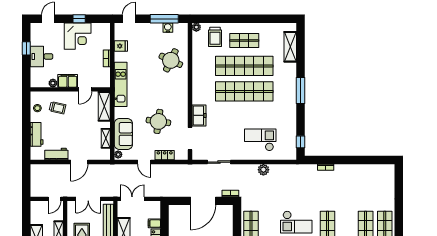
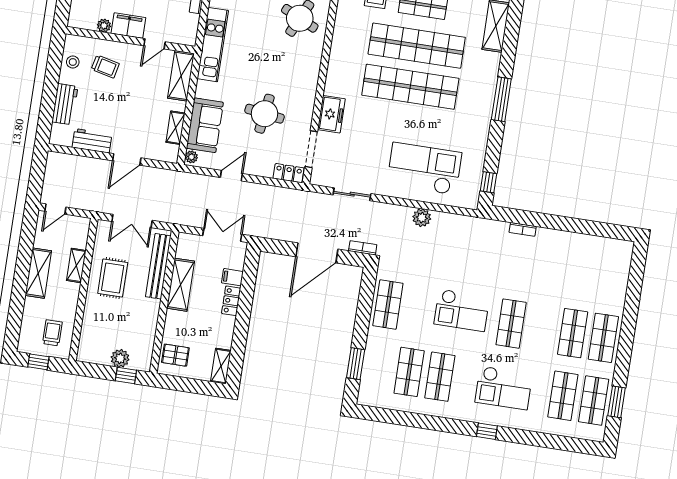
checkout: (260, 140) -> (424, 169), width x1.36, depth x1.21
locker: (165, 155) -> (289, 173), moved
door: (144, 162) -> (231, 176), swing flipped
door: (54, 199) -> (55, 209), moved
double door: (132, 199) -> (222, 235), moved

